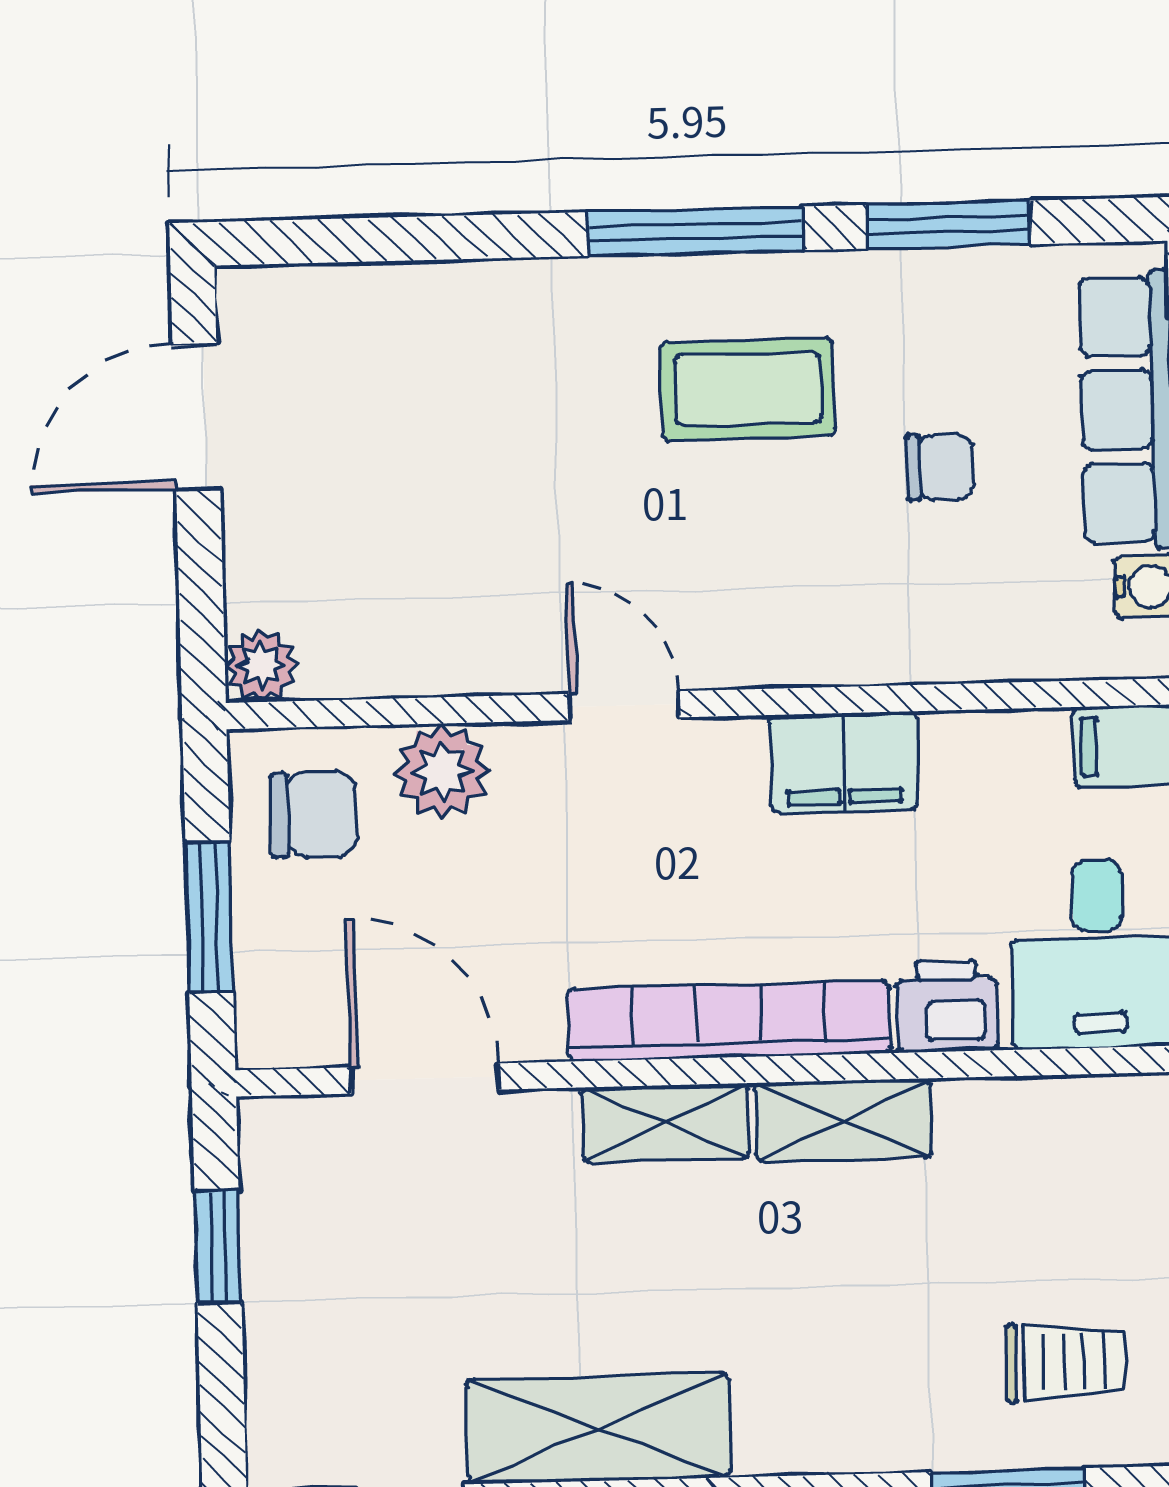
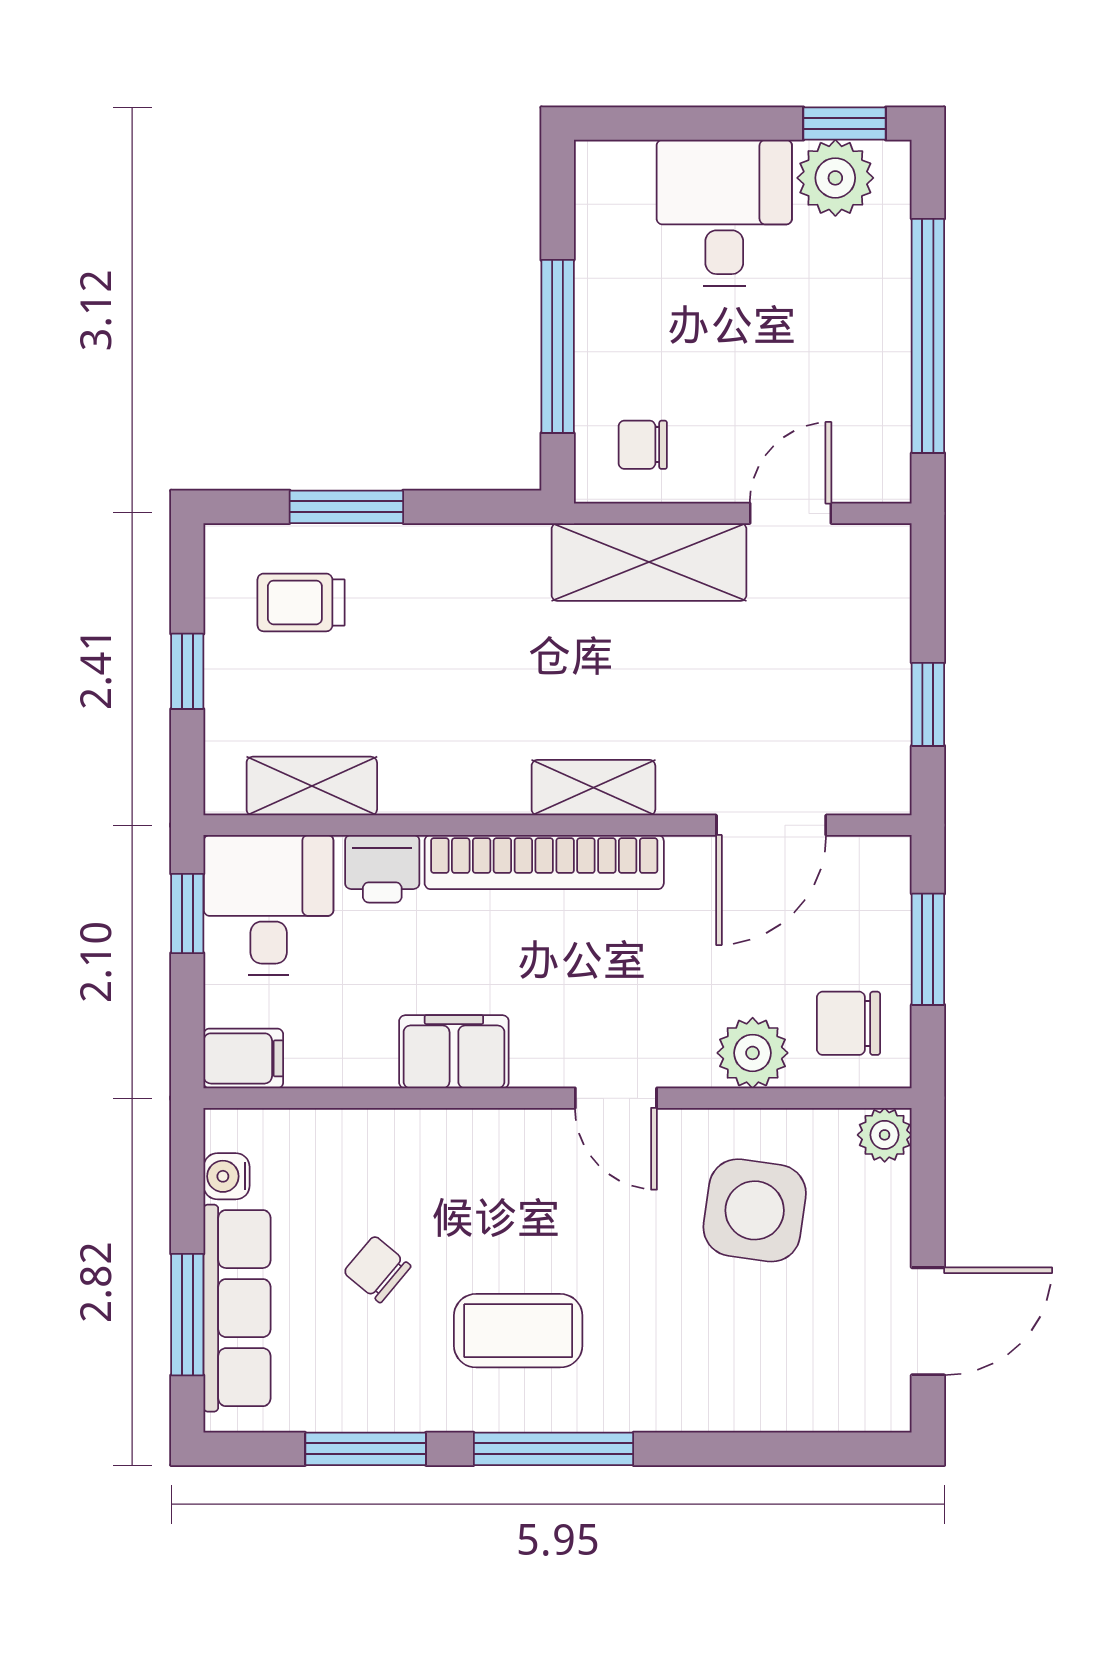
chair: (939, 467) -> (377, 1269), turned 40
side table: (433, 559) -> (755, 1210), added
door: (425, 1078) -> (771, 825), hinge flipped
shelving: (843, 1120) -> (312, 786), moved

